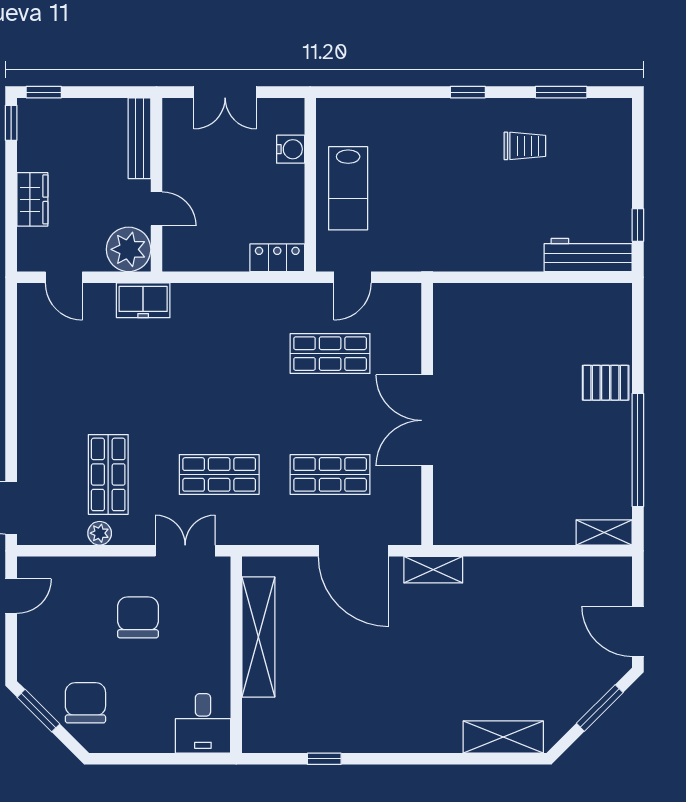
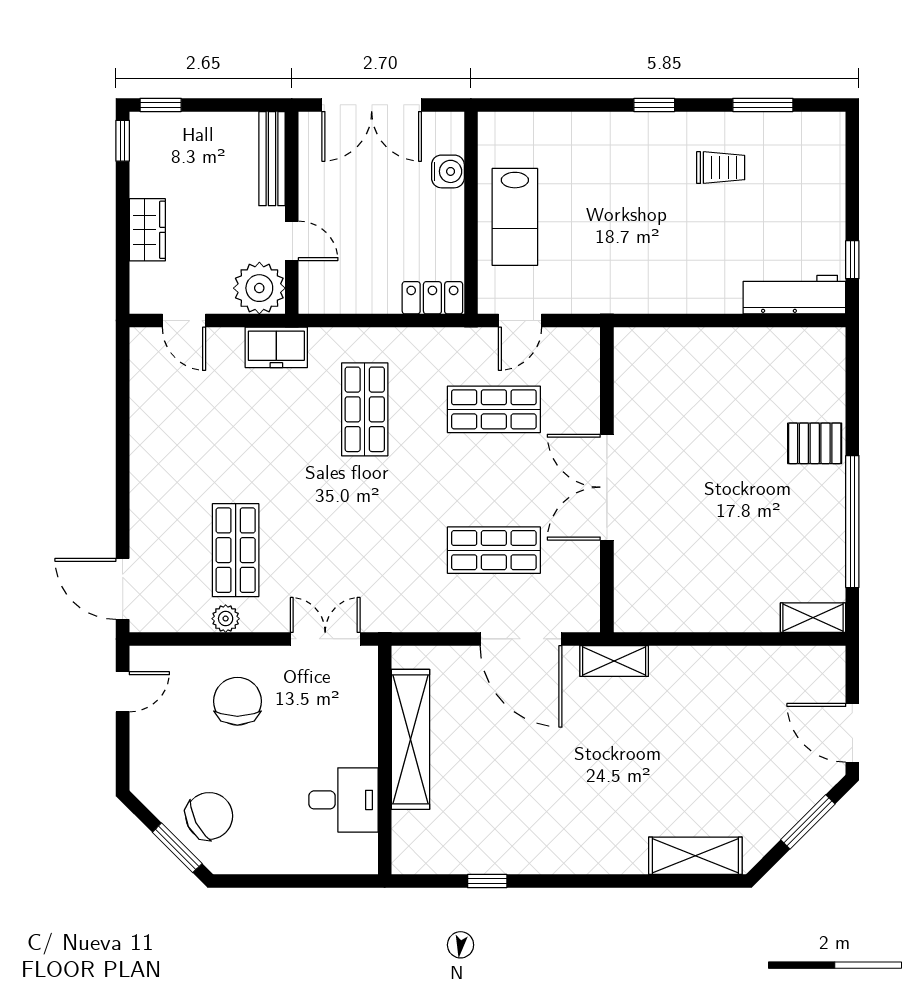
double door: (225, 92) -> (372, 105), width x1.37
shop shelf: (219, 474) -> (365, 409), moved, turned 90
chair: (138, 617) -> (237, 701), moved
chair: (85, 703) -> (209, 816), turned 63
window: (38, 711) -> (177, 848), moved
desk: (203, 723) -> (343, 800), moved, turned -90

